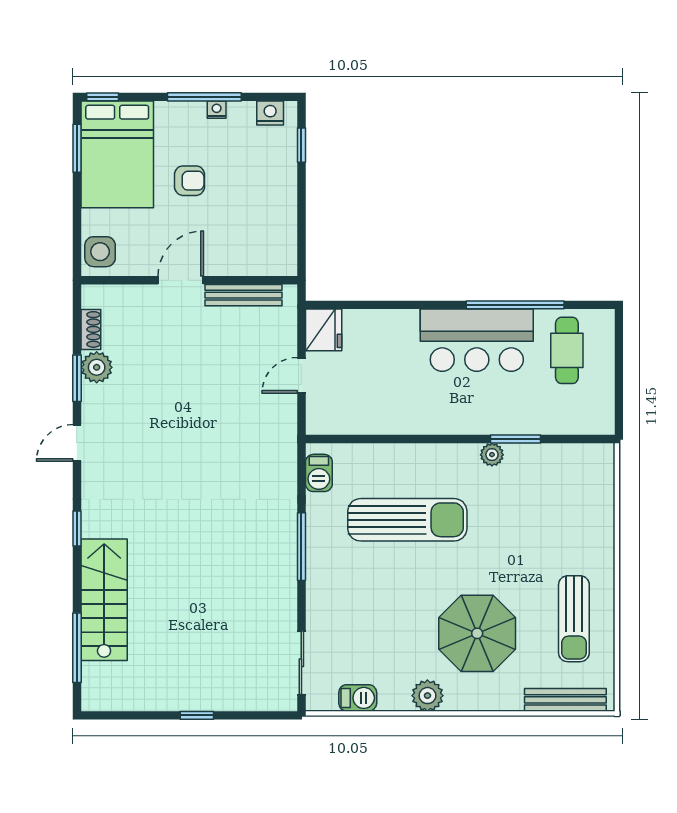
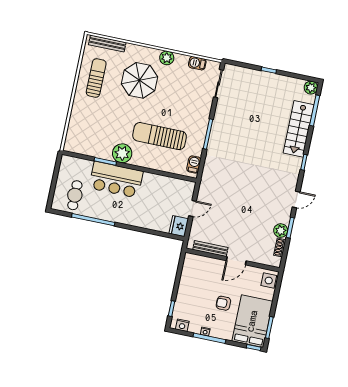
bar counter: (477, 340) -> (116, 180), moved, turned 180
plant: (492, 455) -> (122, 153), width x1.87, depth x1.87
plant: (96, 696) -> (311, 88), added

